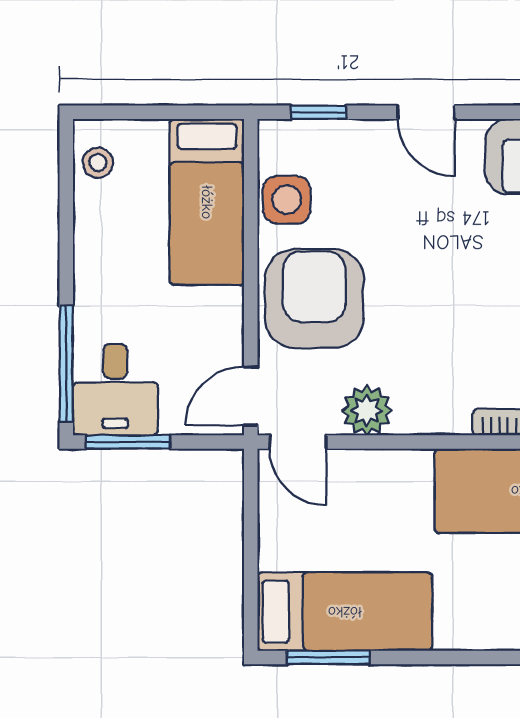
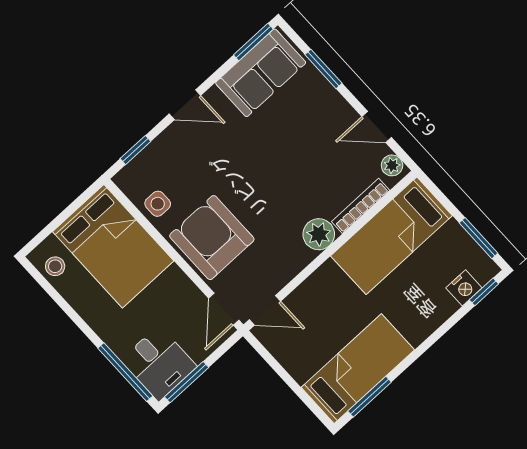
side table: (287, 200) -> (158, 204), width x0.73, depth x0.73
bed: (207, 202) -> (113, 246), width x1.50
plant: (367, 410) -> (319, 234), moved

